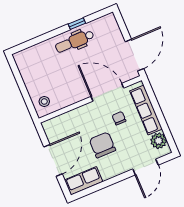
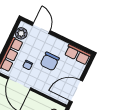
door: (53, 160) -> (76, 91), moved
door: (145, 167) -> (41, 28), hinge flipped

